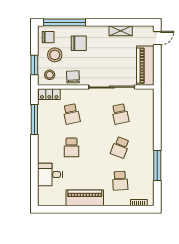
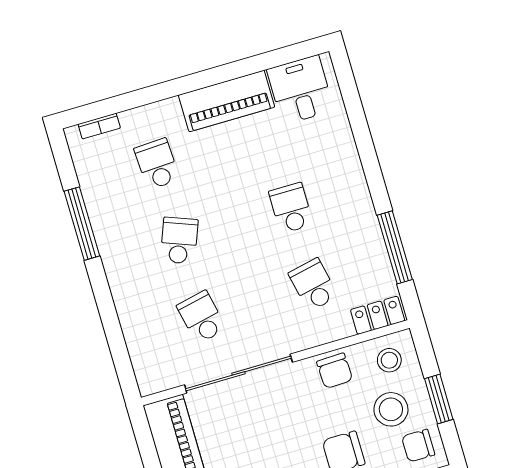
window: (34, 65) -> (439, 399), moved
desk: (50, 175) -> (300, 90), moved, turned -90

